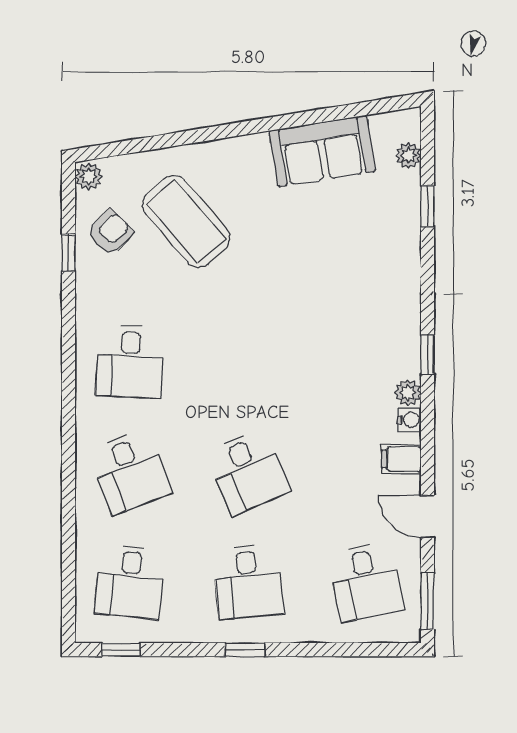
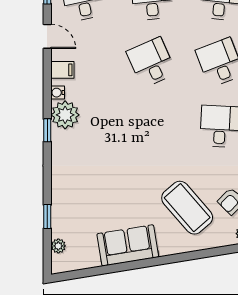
sofa: (322, 151) -> (128, 245), moved
plant: (408, 393) -> (65, 115), width x1.87, depth x1.87

